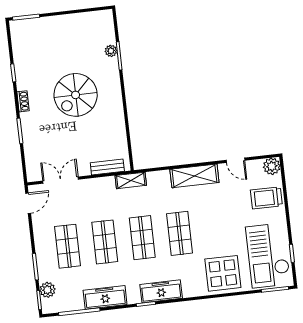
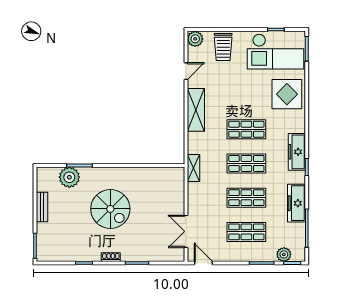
plant: (111, 51) -> (69, 177), width x1.87, depth x1.87
bench: (107, 167) -> (42, 207), moved

